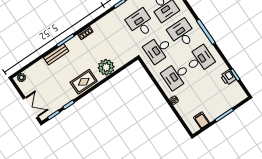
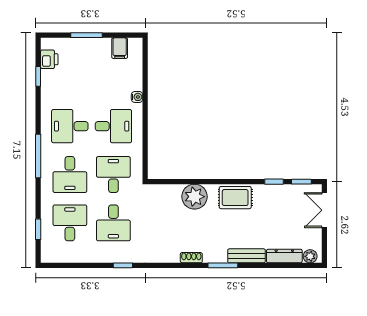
desk: (158, 49) -> (113, 175), turned -90
dresser: (36, 68) -> (284, 256), added
printer: (228, 77) -> (49, 59), moved

